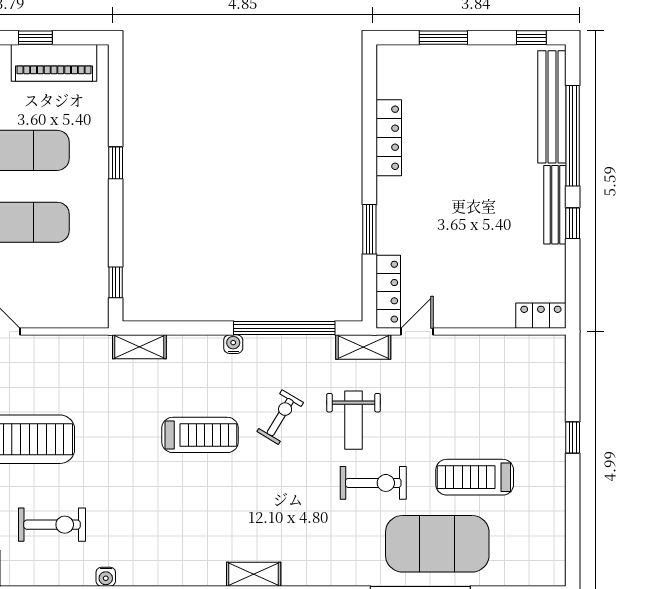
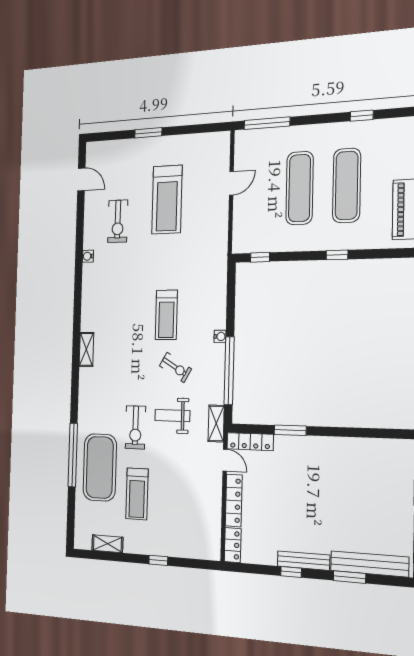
window: (573, 136) -> (349, 577), width x0.47
locker: (389, 138) -> (234, 500), moved, turned -90
shelving: (139, 347) -> (107, 544), moved, turned 90
treadmill: (475, 477) -> (137, 494), turned 180

